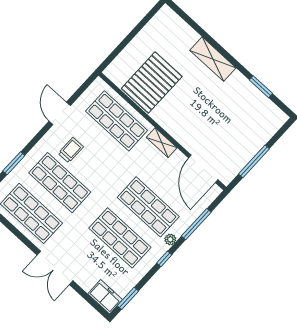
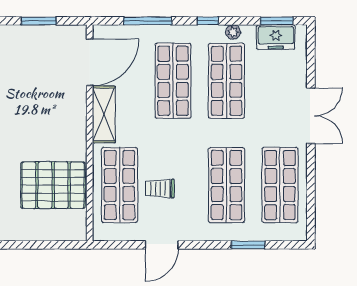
shelving: (162, 143) -> (104, 114), width x1.50, depth x1.33
trolley: (71, 150) -> (160, 189), moved
window: (254, 161) -> (39, 21), width x0.69
plant: (170, 239) -> (233, 32), moved
freezer: (105, 297) -> (276, 37), moved, turned -90

